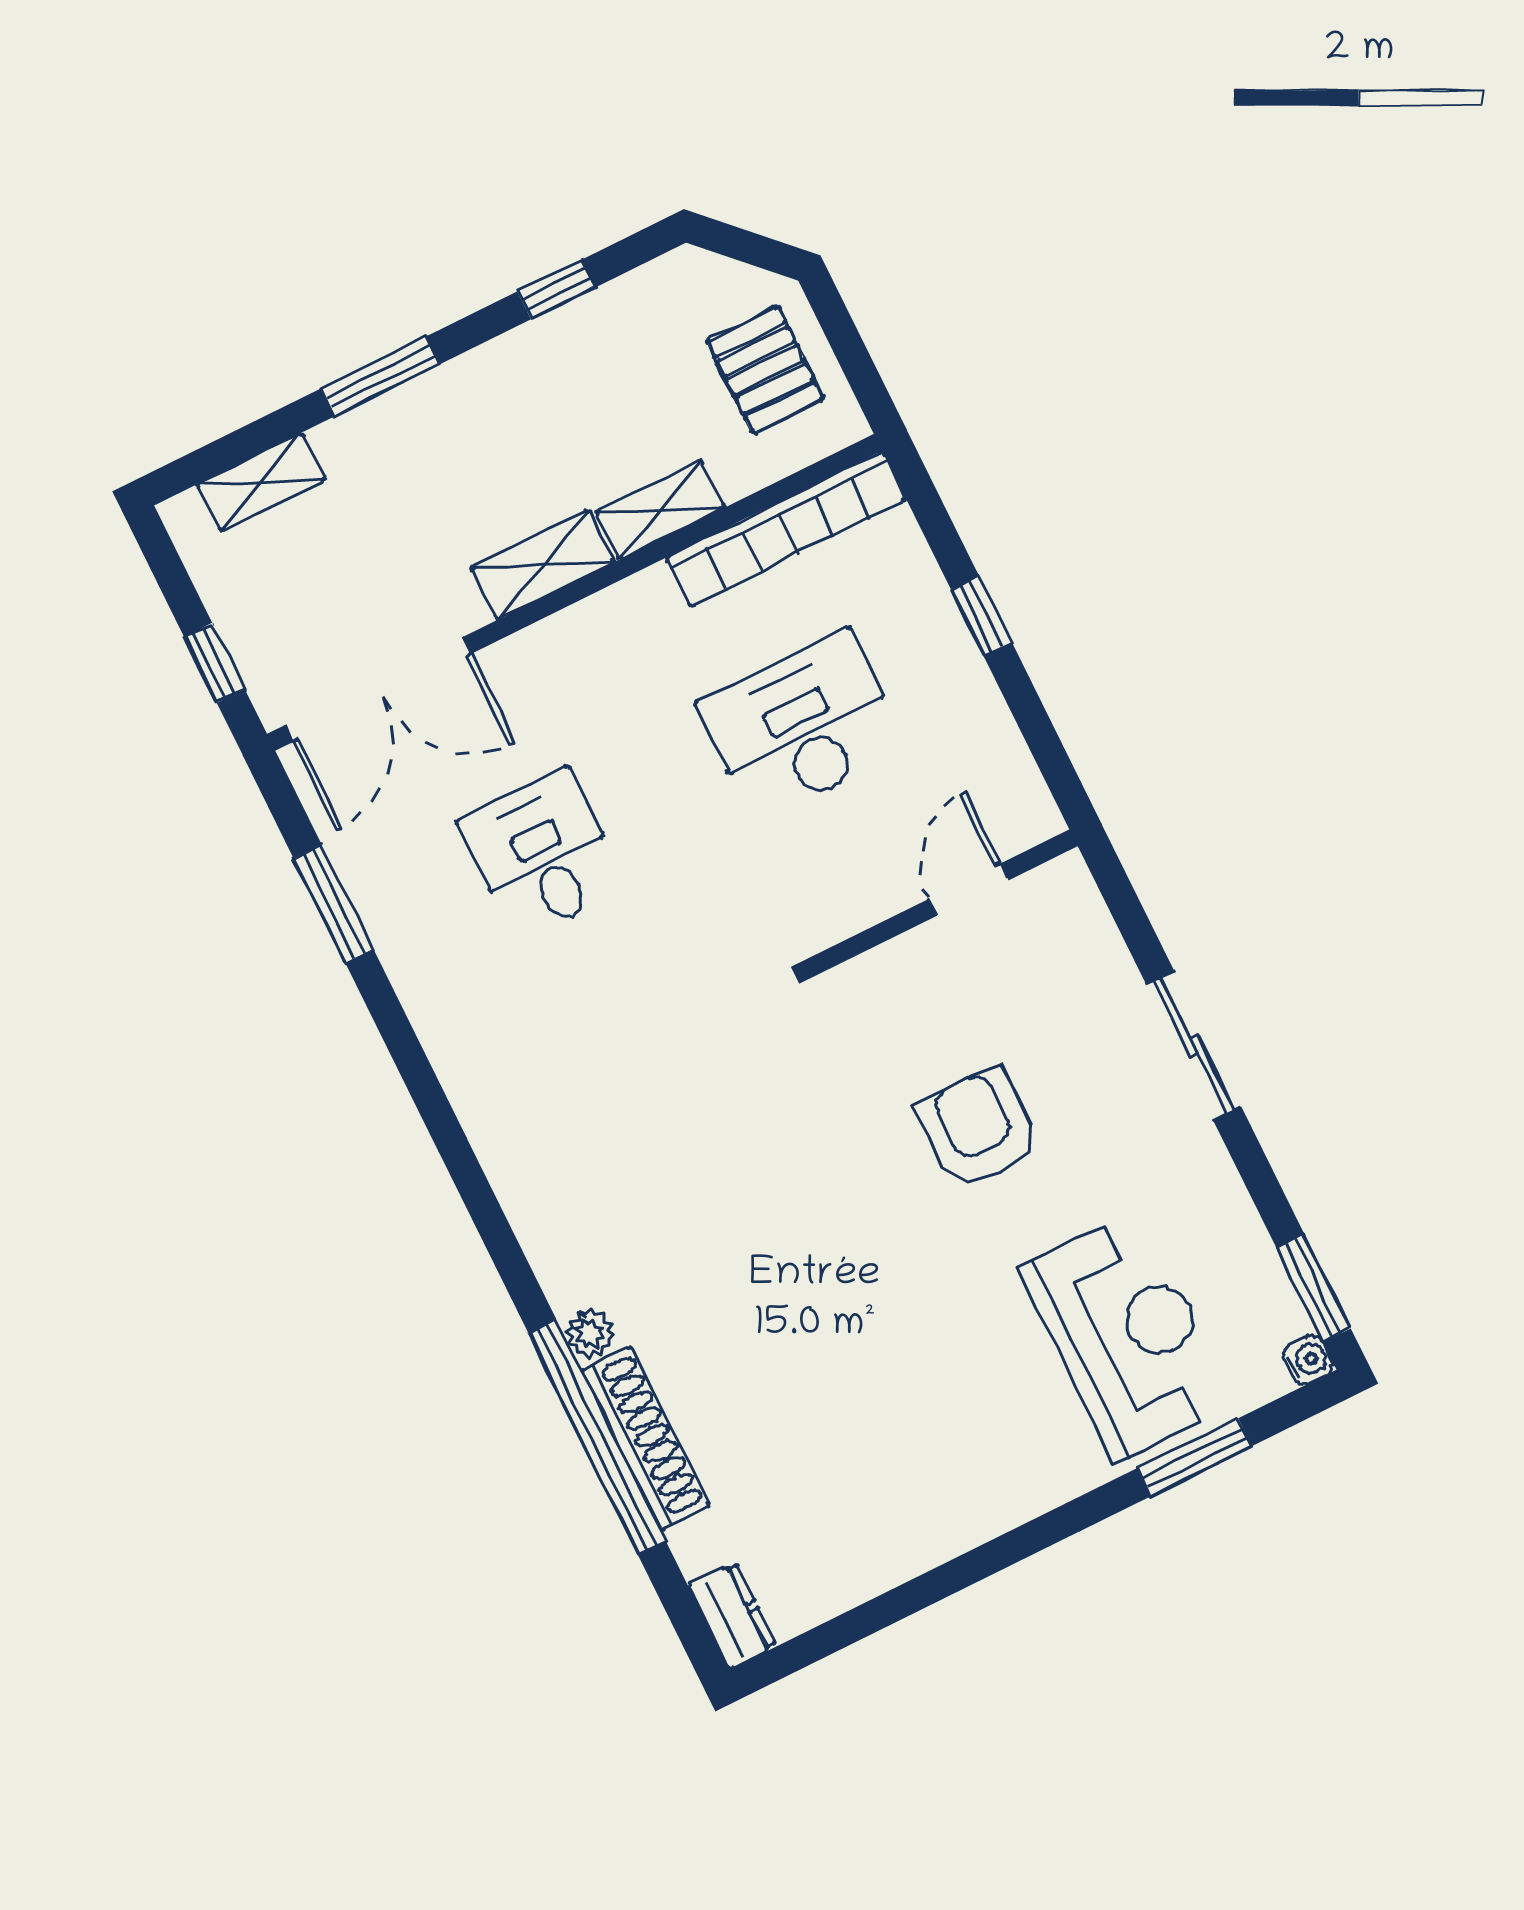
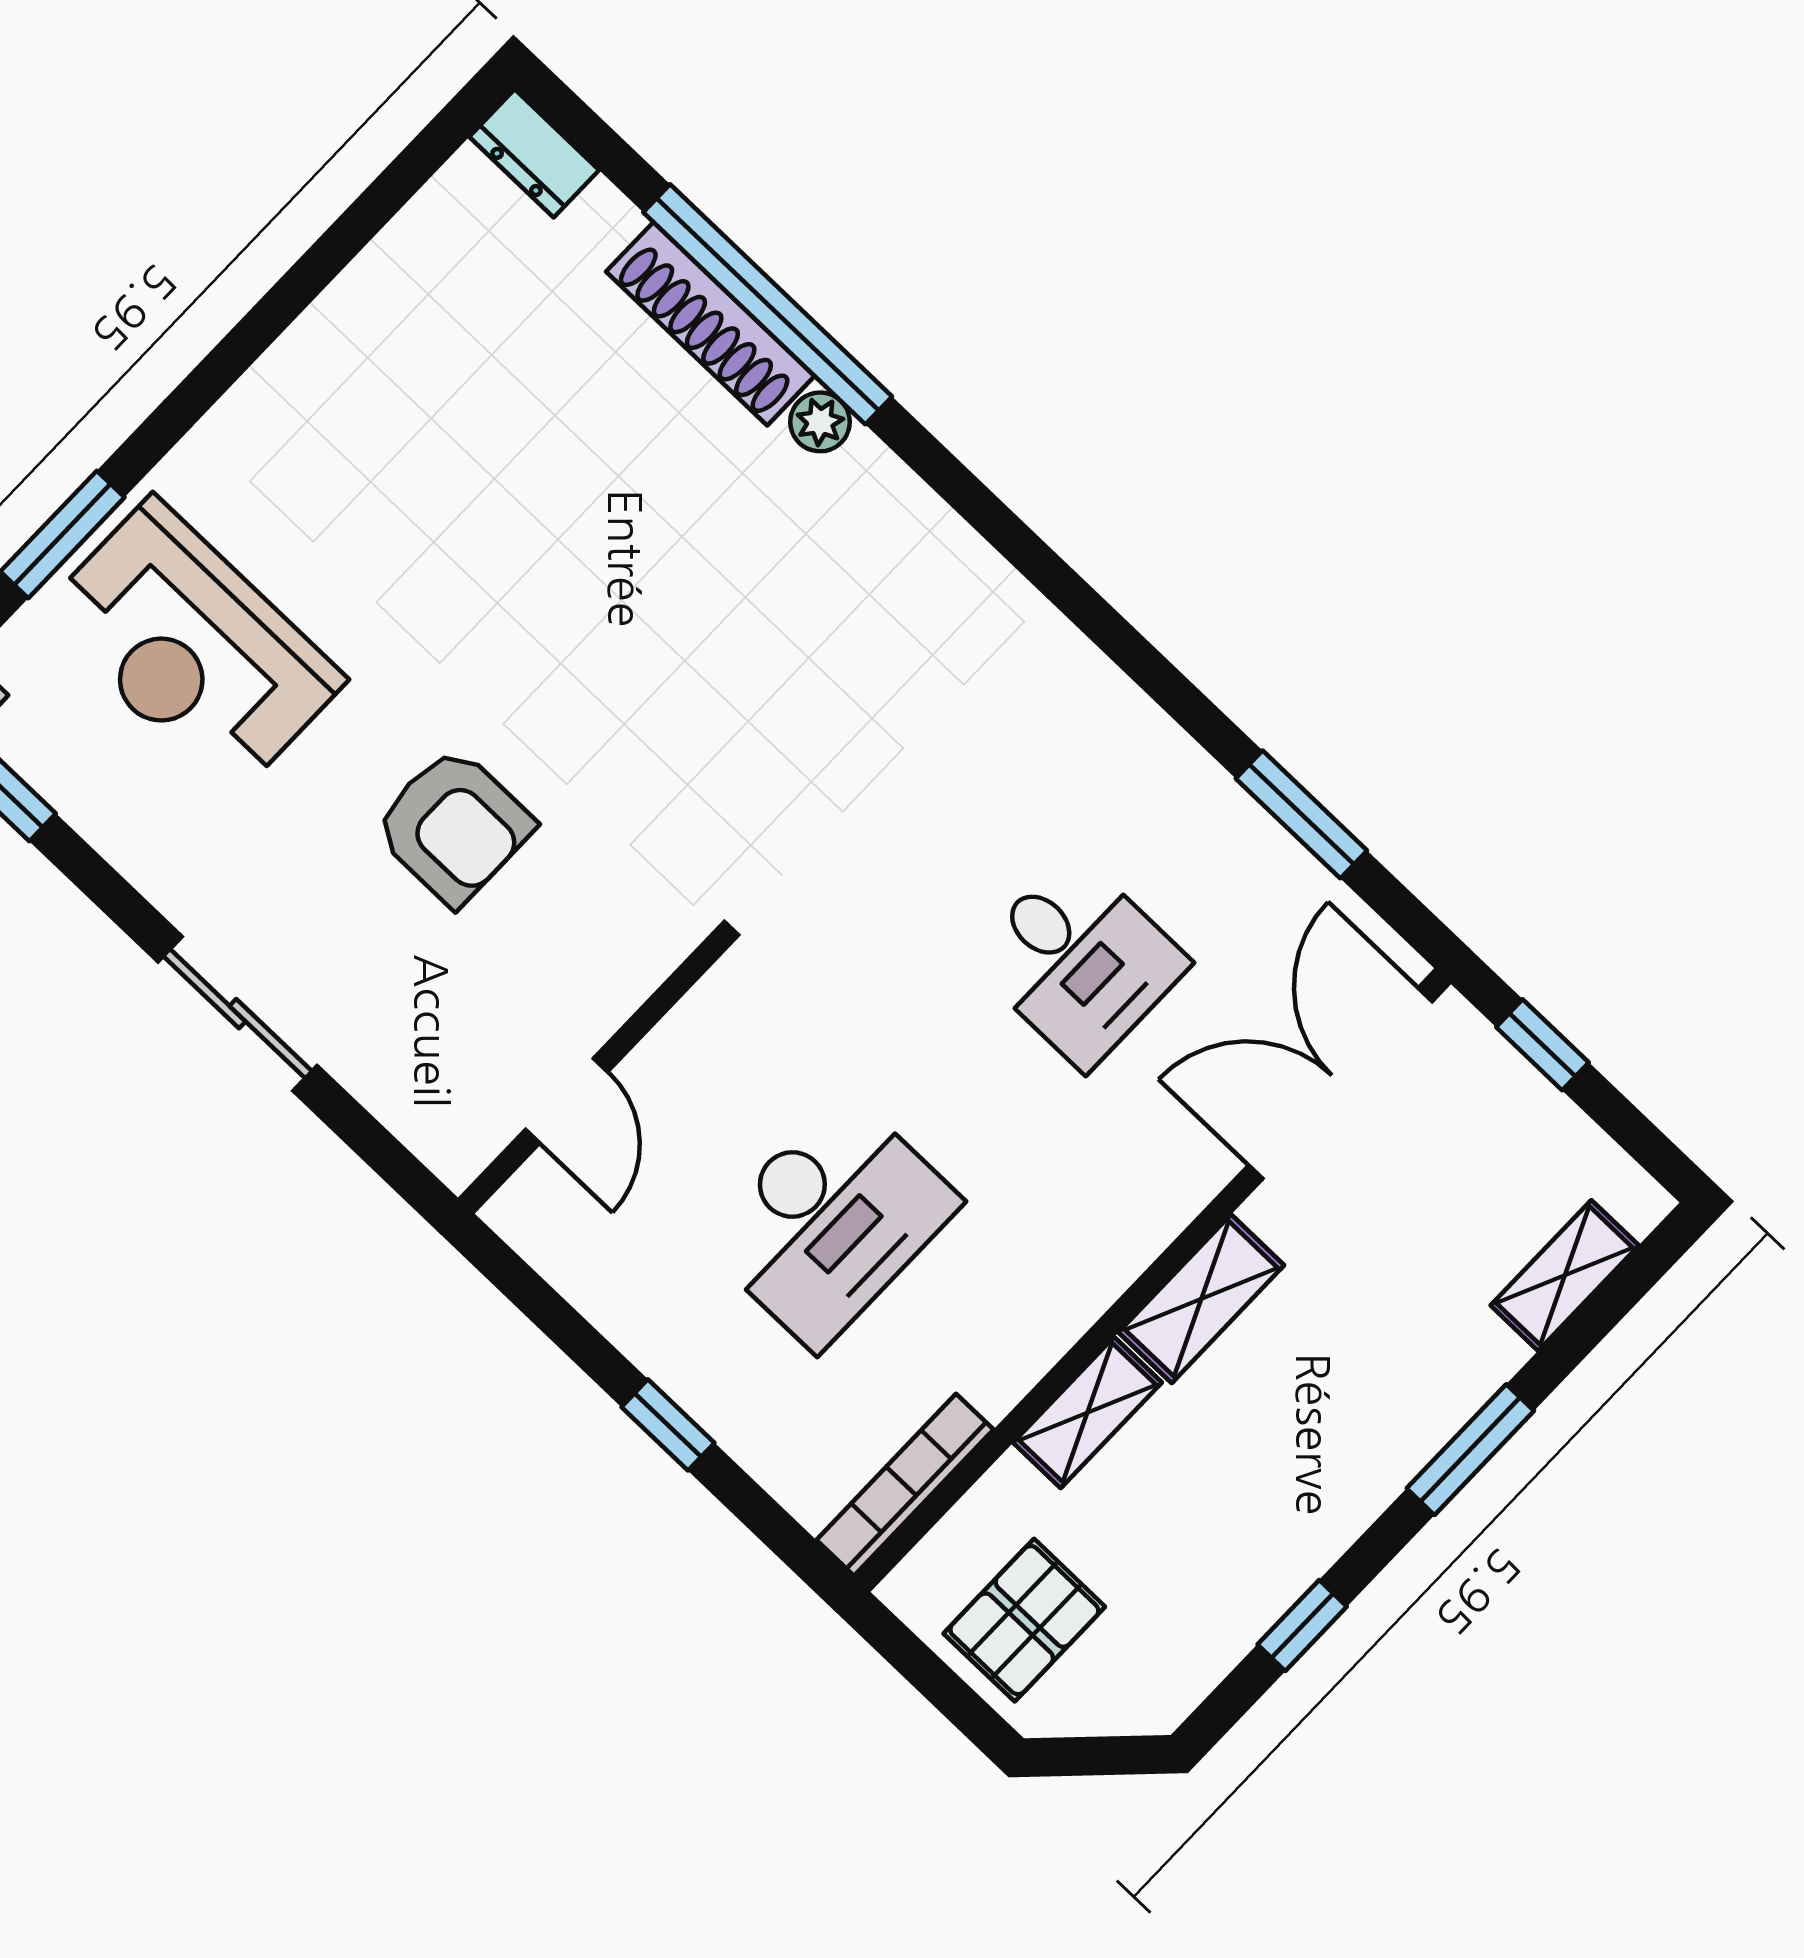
pallet: (765, 370) -> (1024, 1620), turned 90
bookcase: (786, 529) -> (905, 1485), width x0.68, depth x0.76

